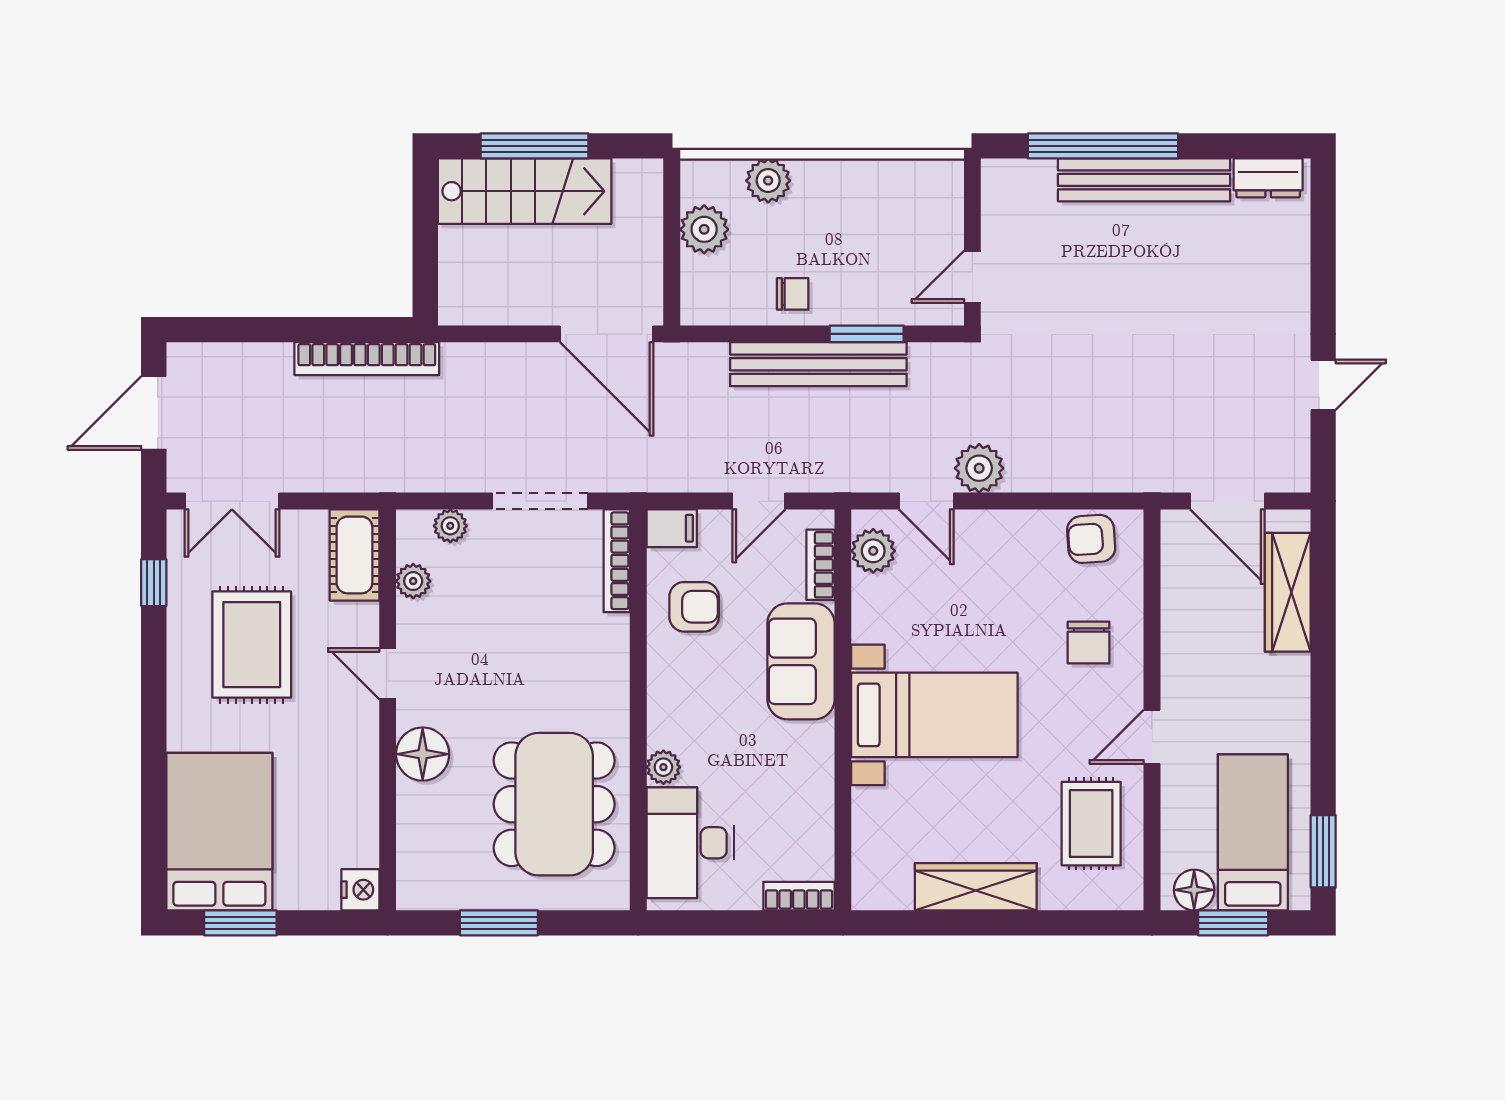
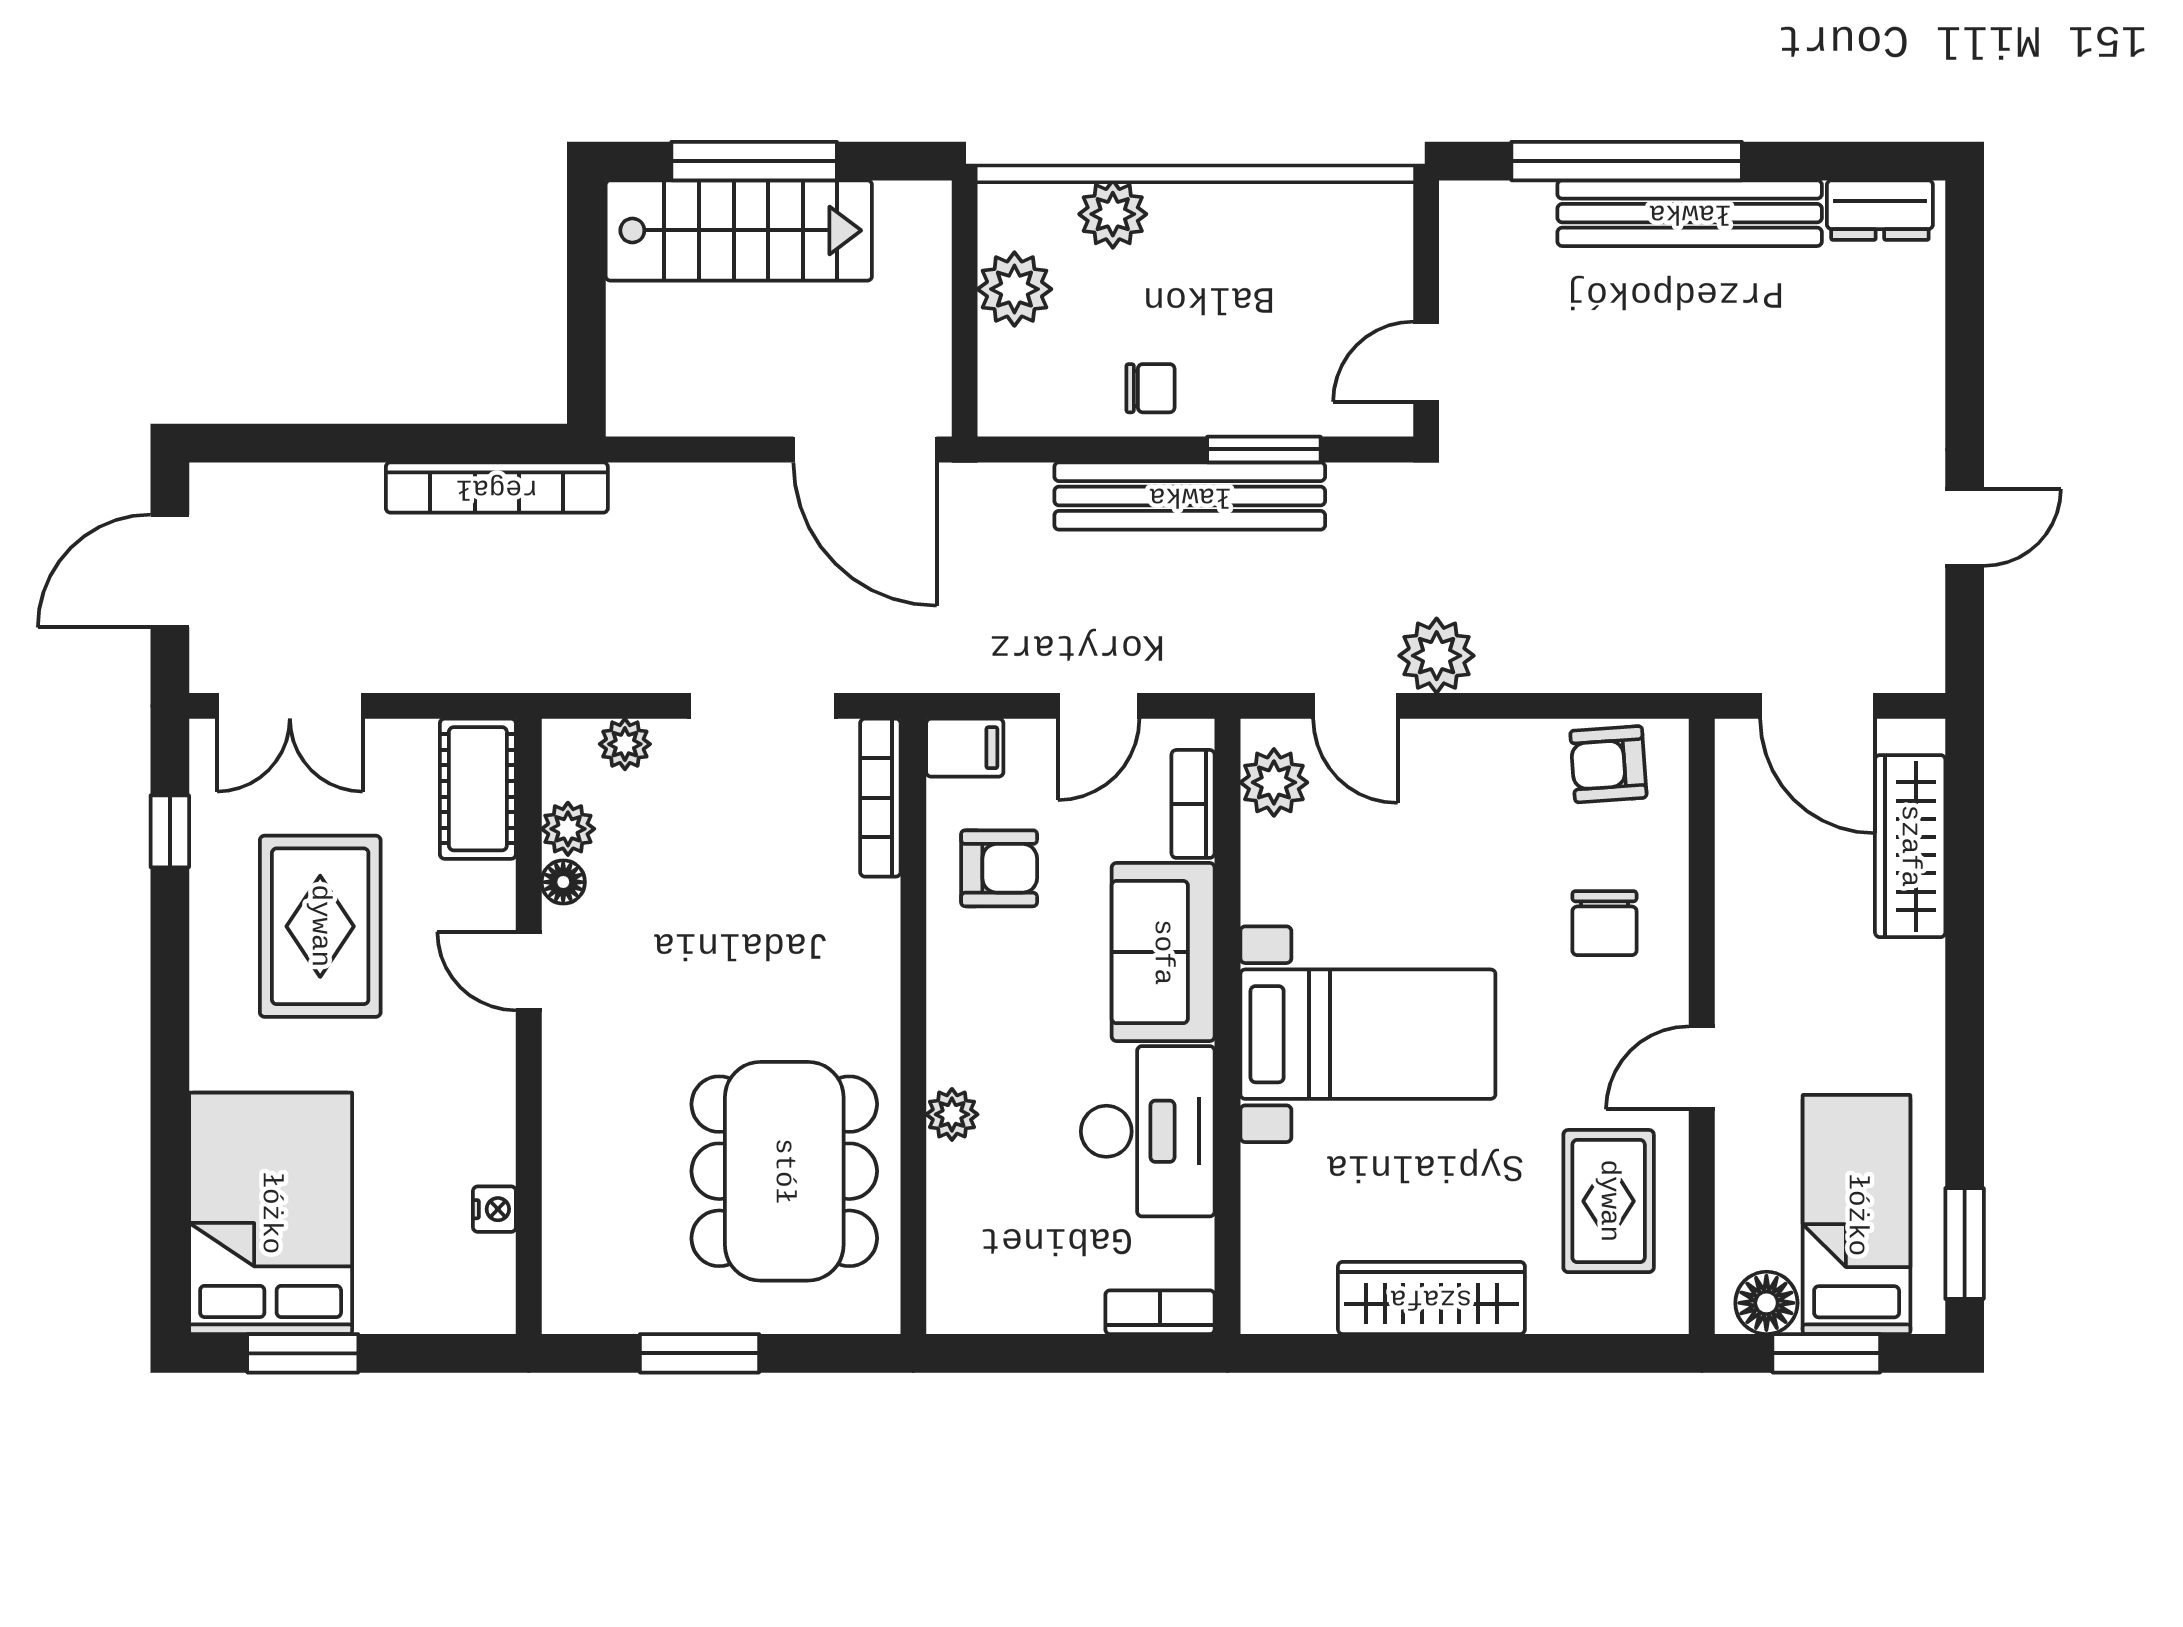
floor lamp: (423, 754) -> (563, 882), moved, width x0.53, depth x0.53
desk: (690, 843) -> (1148, 1131), moved, turned 180
nightstand: (360, 890) -> (494, 1209), moved, width x0.72, depth x0.74

